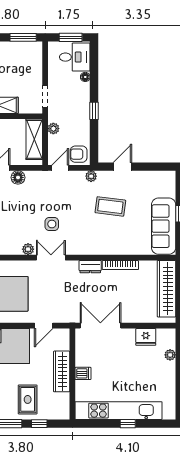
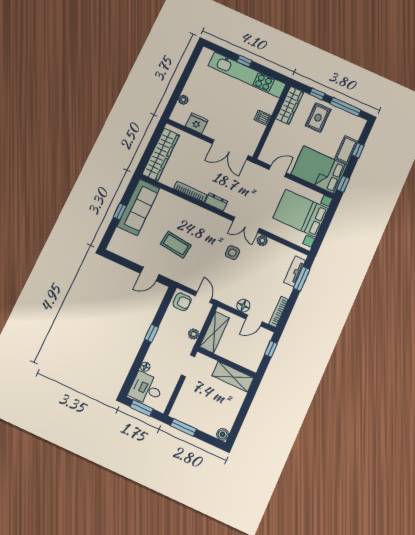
door: (60, 168) -> (203, 297), swing flipped
plant: (91, 176) -> (180, 278), removed
wardrobe: (62, 371) -> (290, 105), moved

